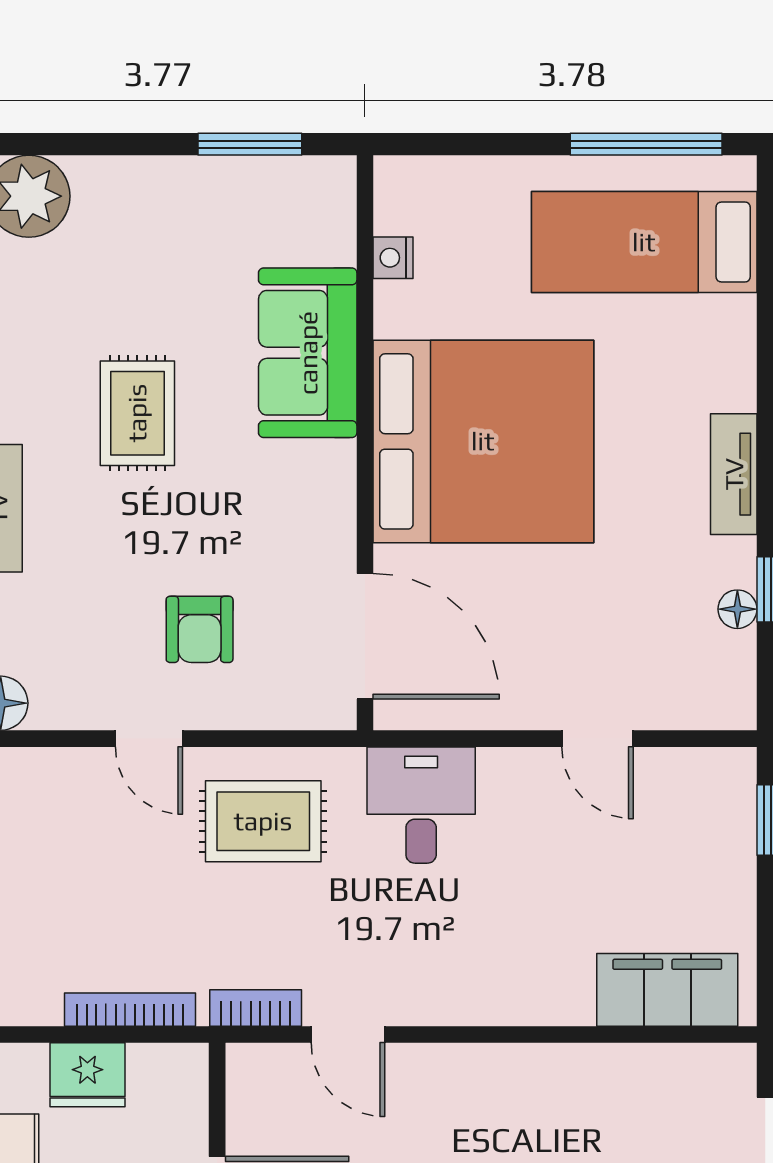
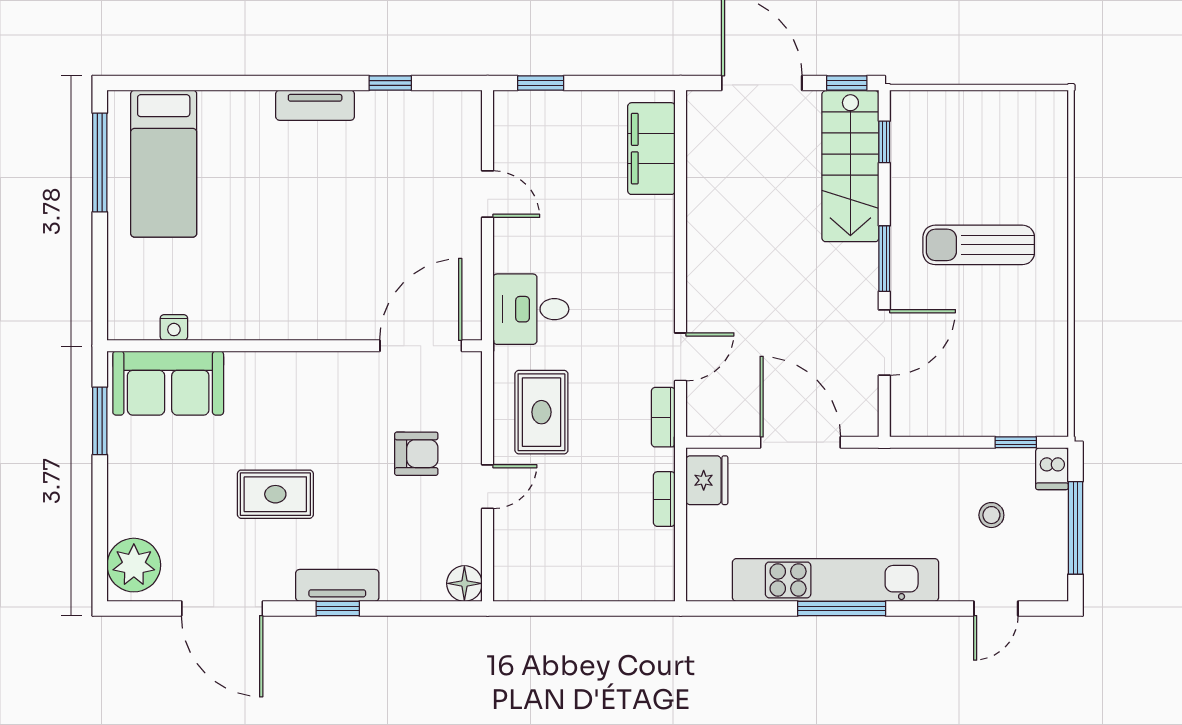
sofa: (308, 353) -> (168, 383), moved
bed: (483, 441) -> (294, 268), removed
floor lamp: (737, 609) -> (403, 103), removed
door: (598, 739) -> (488, 194), hinge flipped
bookcase: (130, 1010) -> (664, 499), width x0.64
fridge: (87, 1075) -> (707, 480), moved

